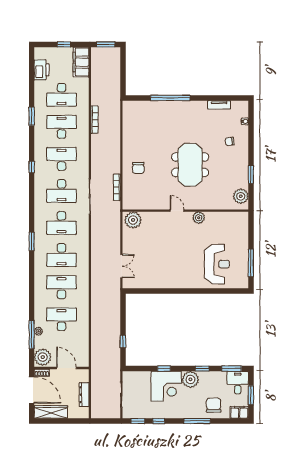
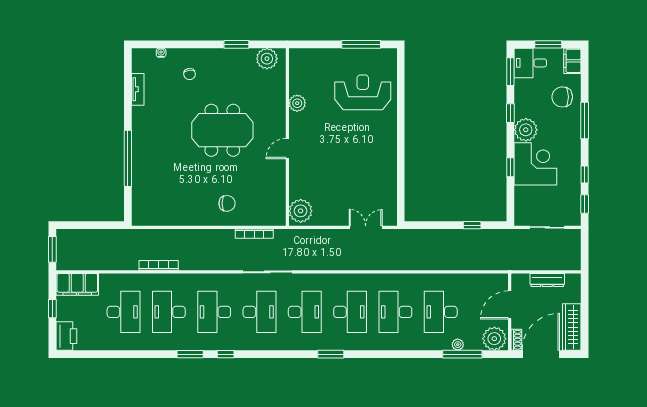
printer: (42, 70) -> (66, 336), moved, turned 90
window: (32, 116) -> (190, 354), moved
plant: (199, 218) -> (297, 103), moved

